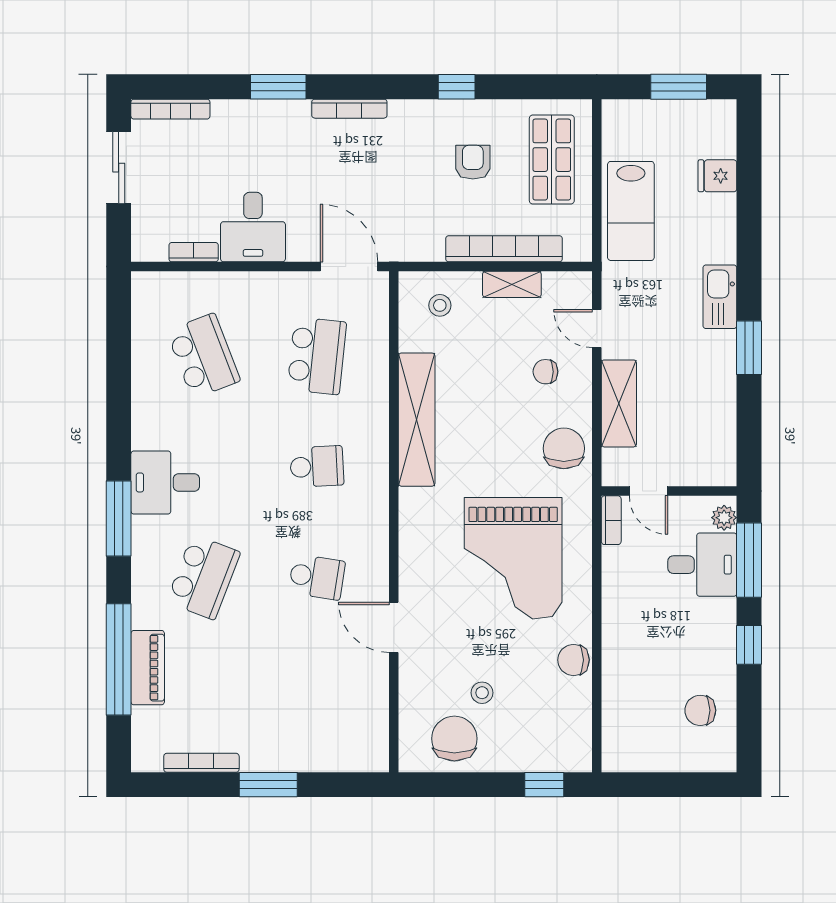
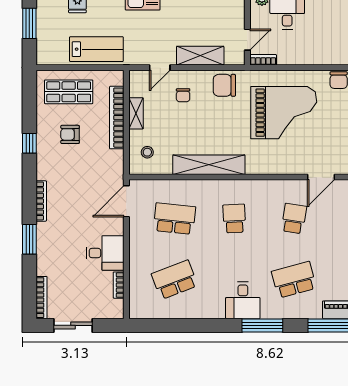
school desk: (203, 577) -> (294, 280), turned -36

